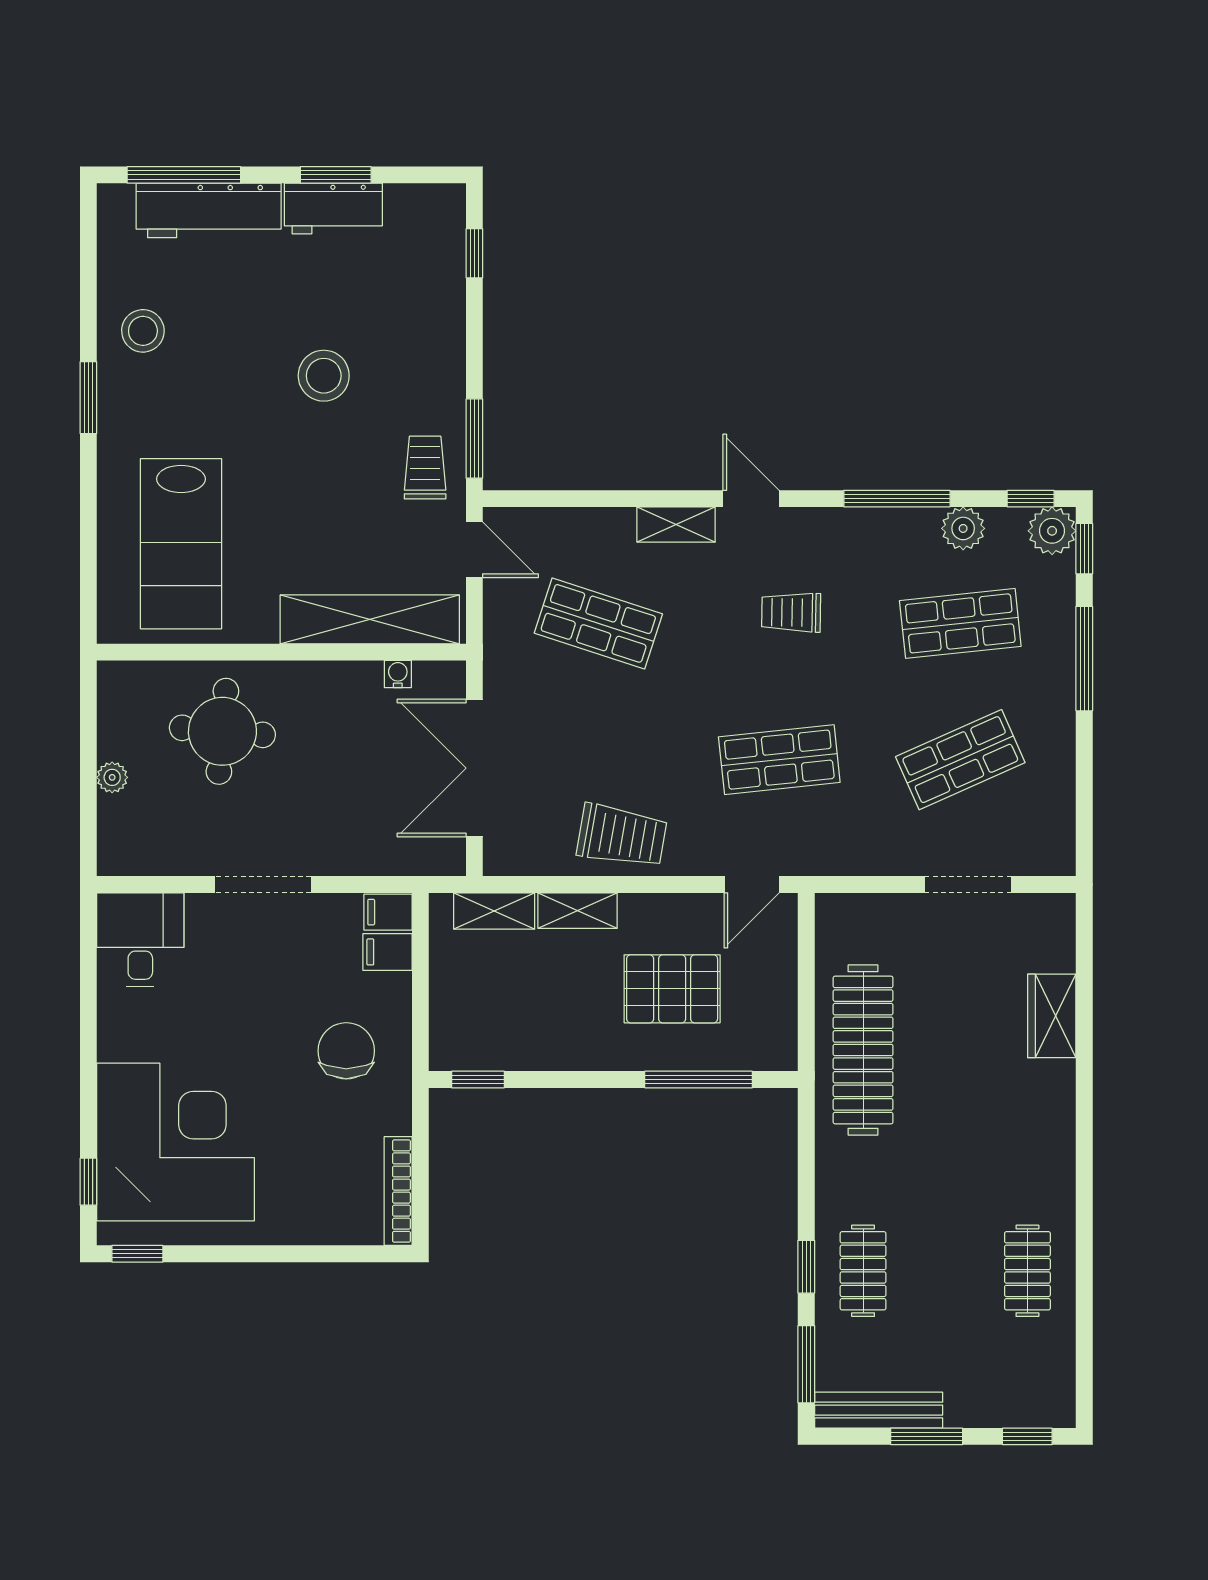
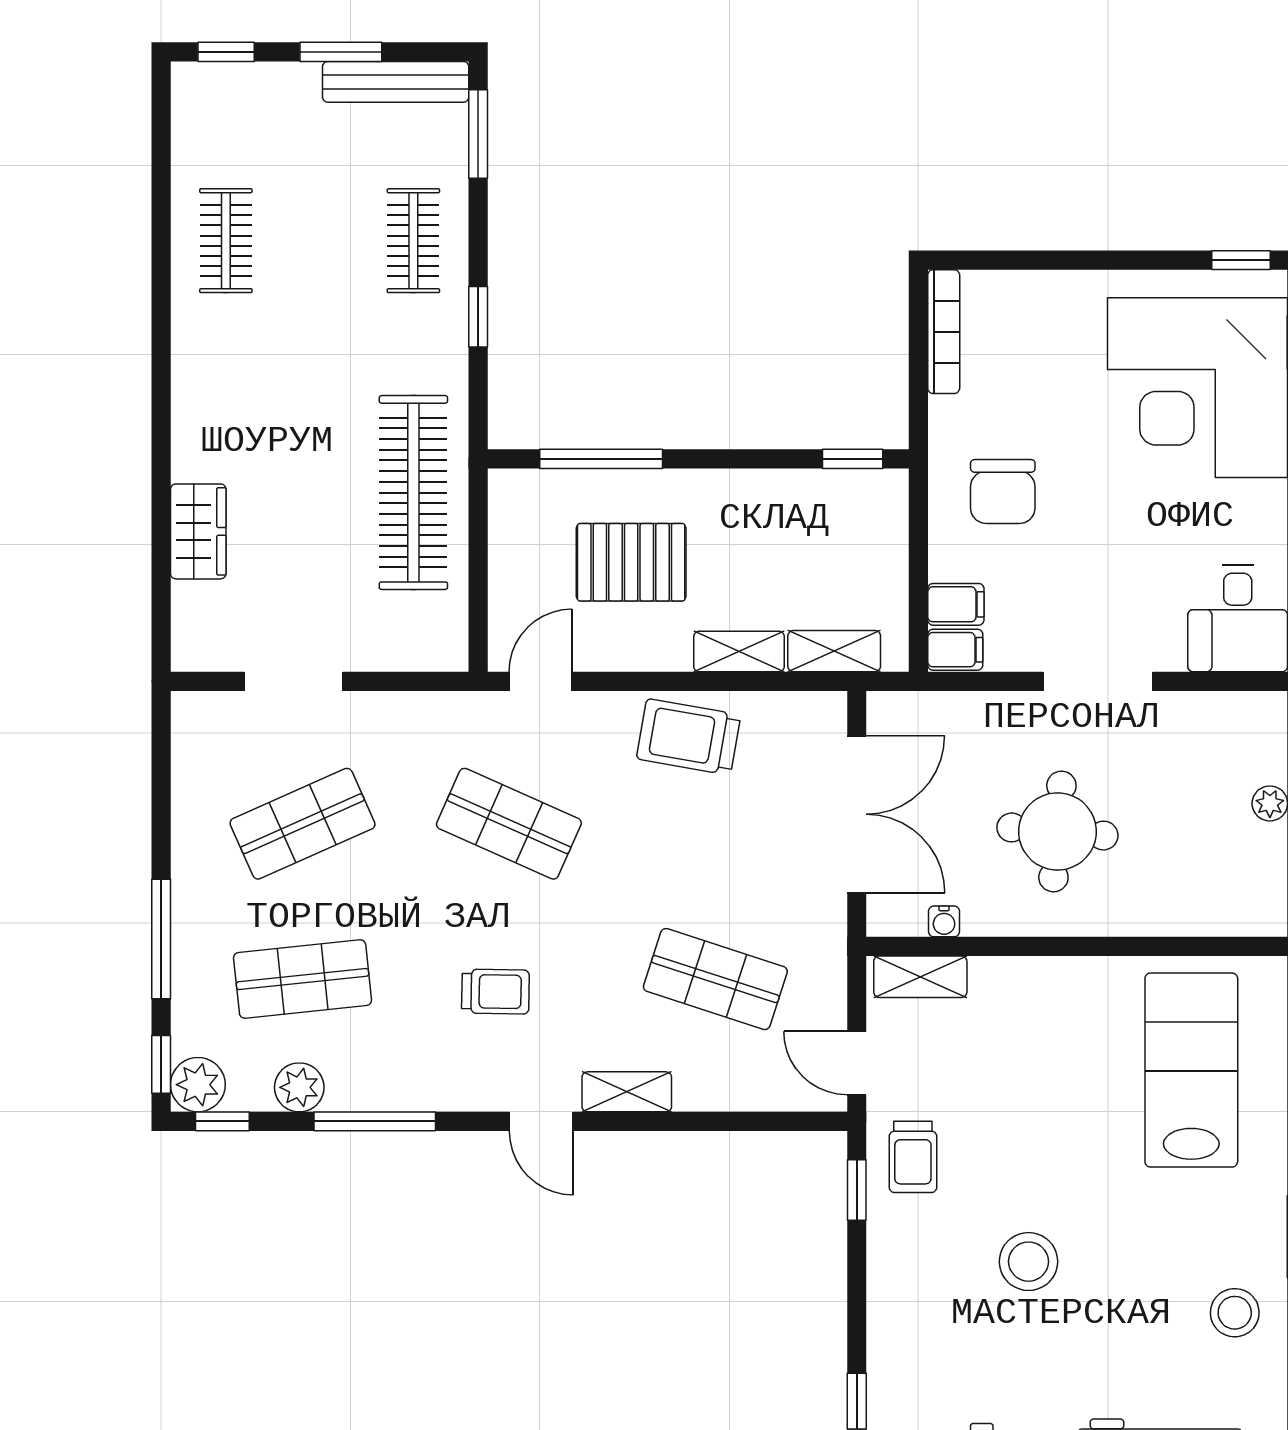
window: (474, 439) -> (857, 1190), width x0.67
shelving: (370, 619) -> (920, 977), width x0.45, depth x0.75
round table: (222, 731) -> (1057, 831), moved
shop shelf: (779, 760) -> (509, 824), turned 30
window: (806, 1267) -> (478, 317), moved

